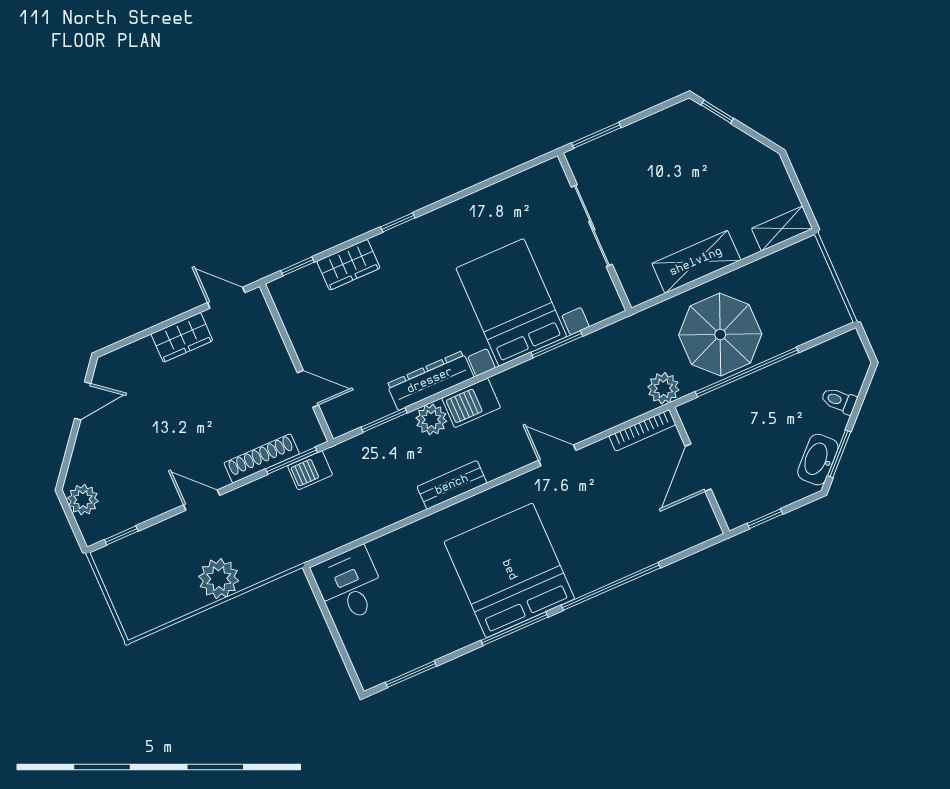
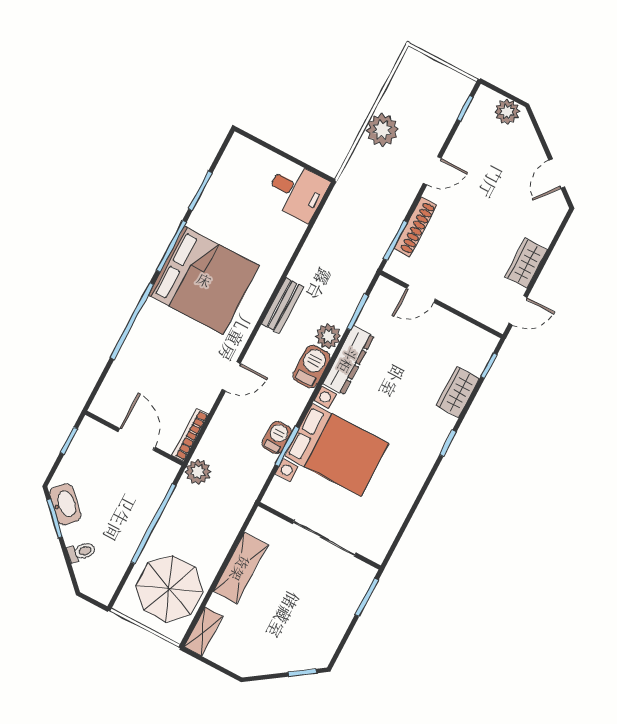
parasol: (720, 334) -> (169, 589), moved
barbecue: (310, 470) -> (277, 438), moved
window: (411, 674) -> (200, 191), moved

